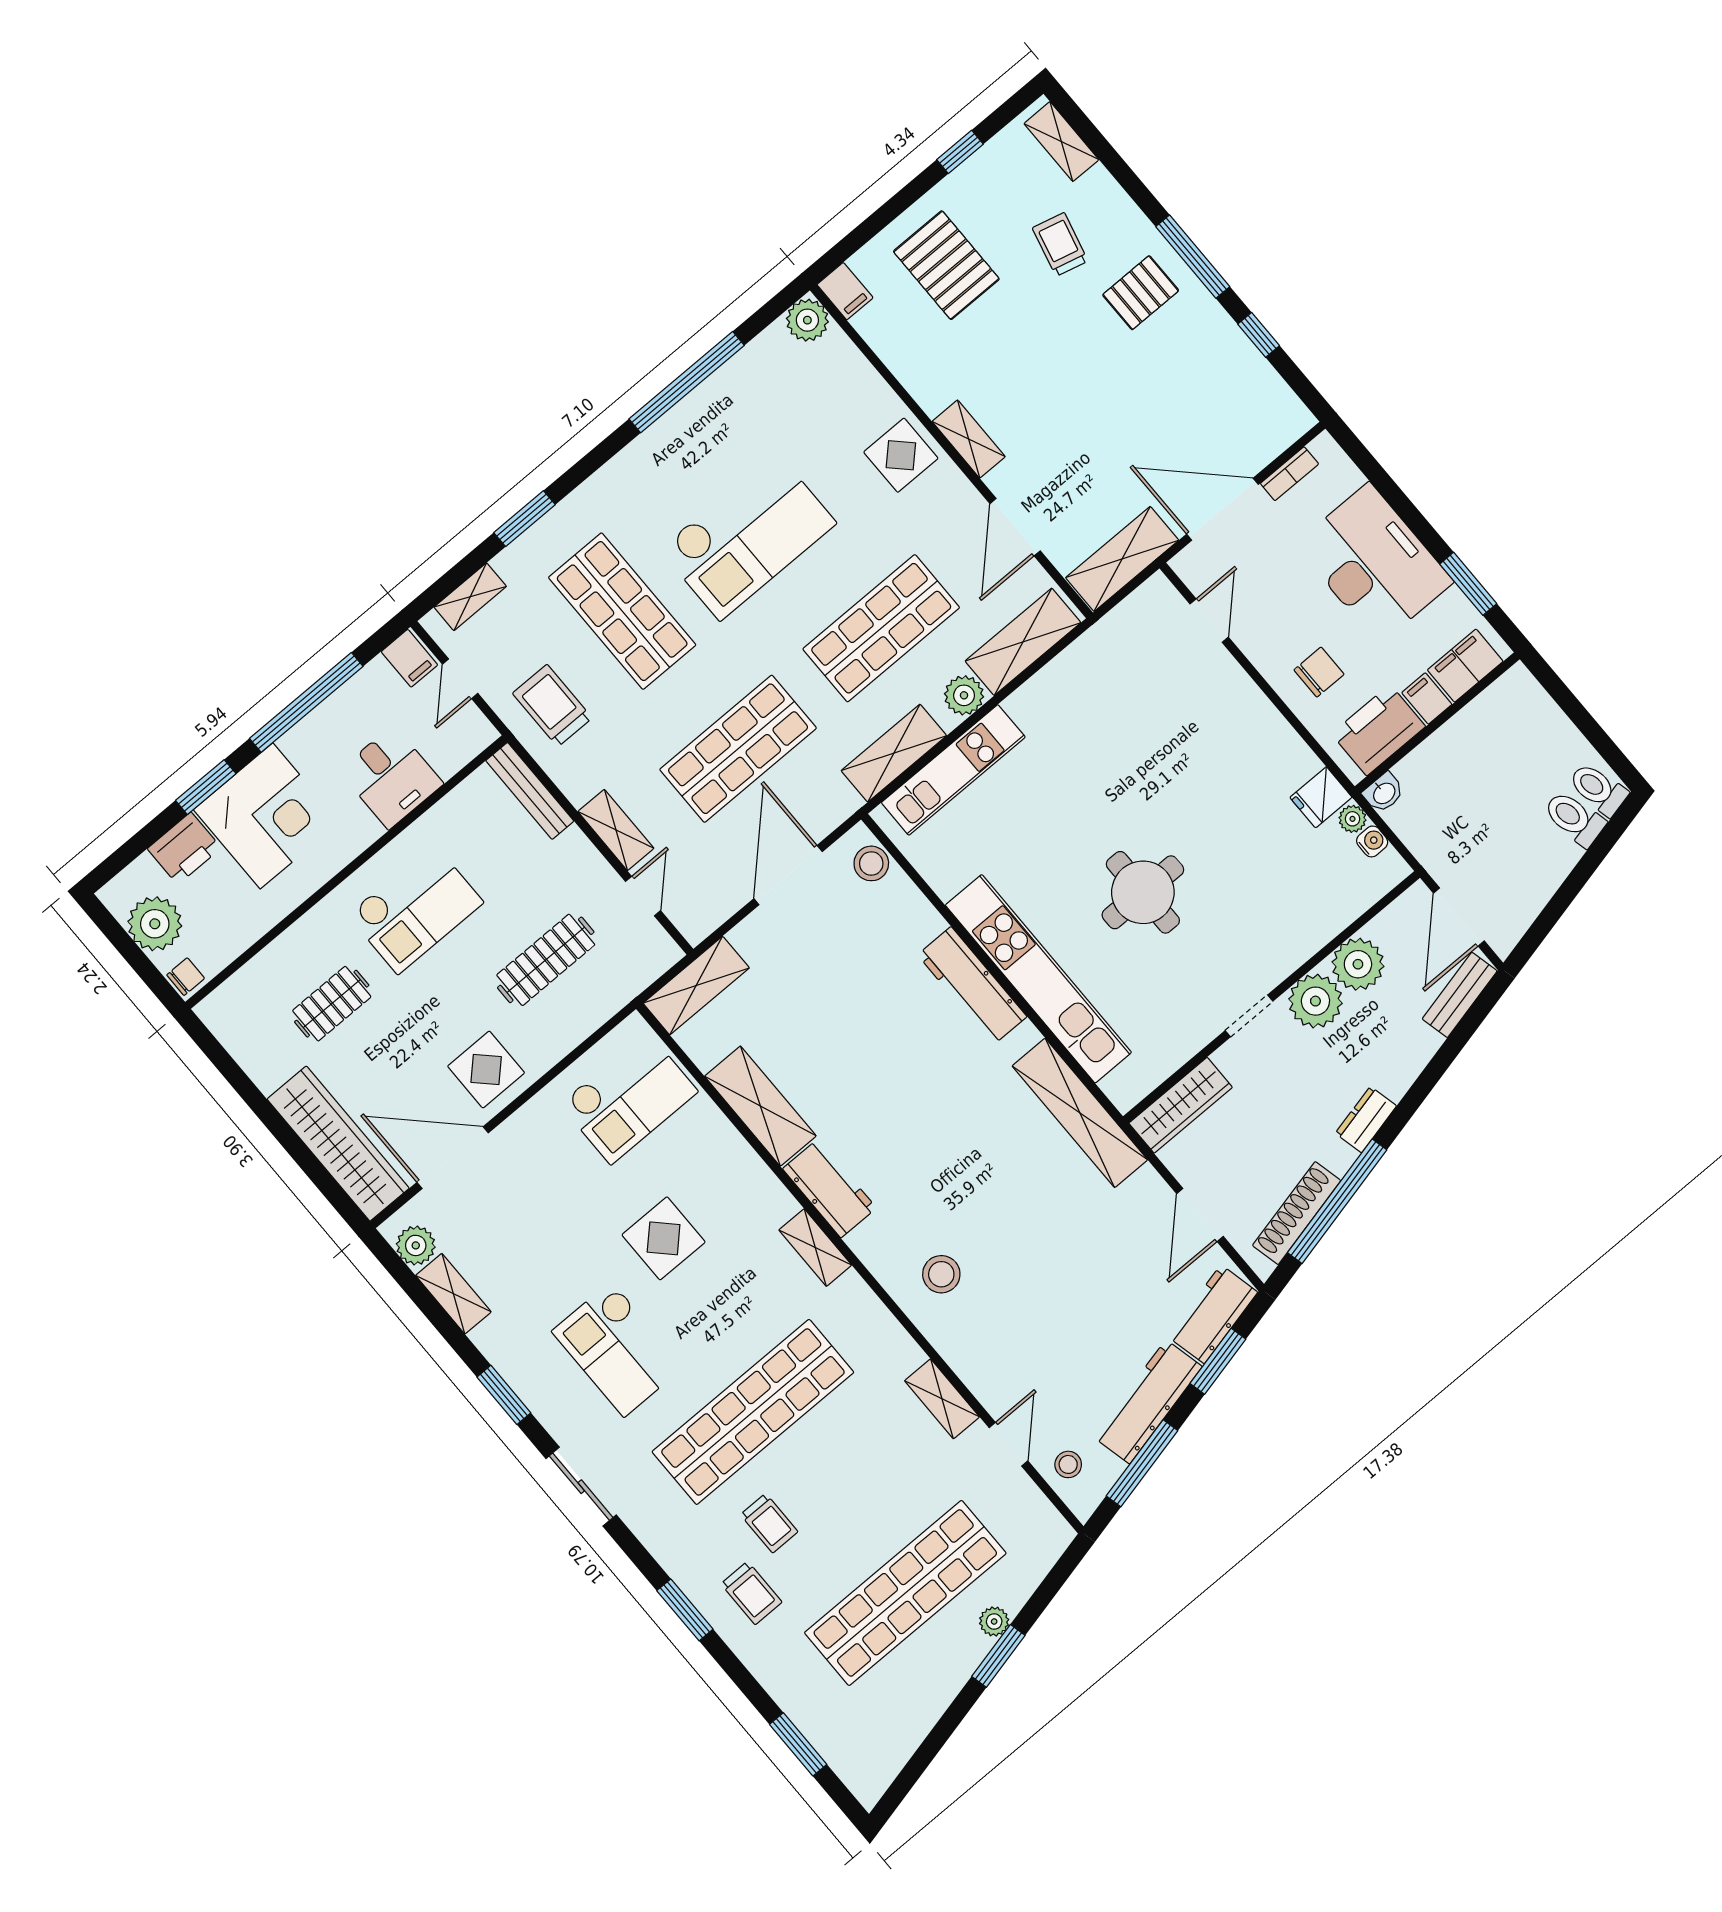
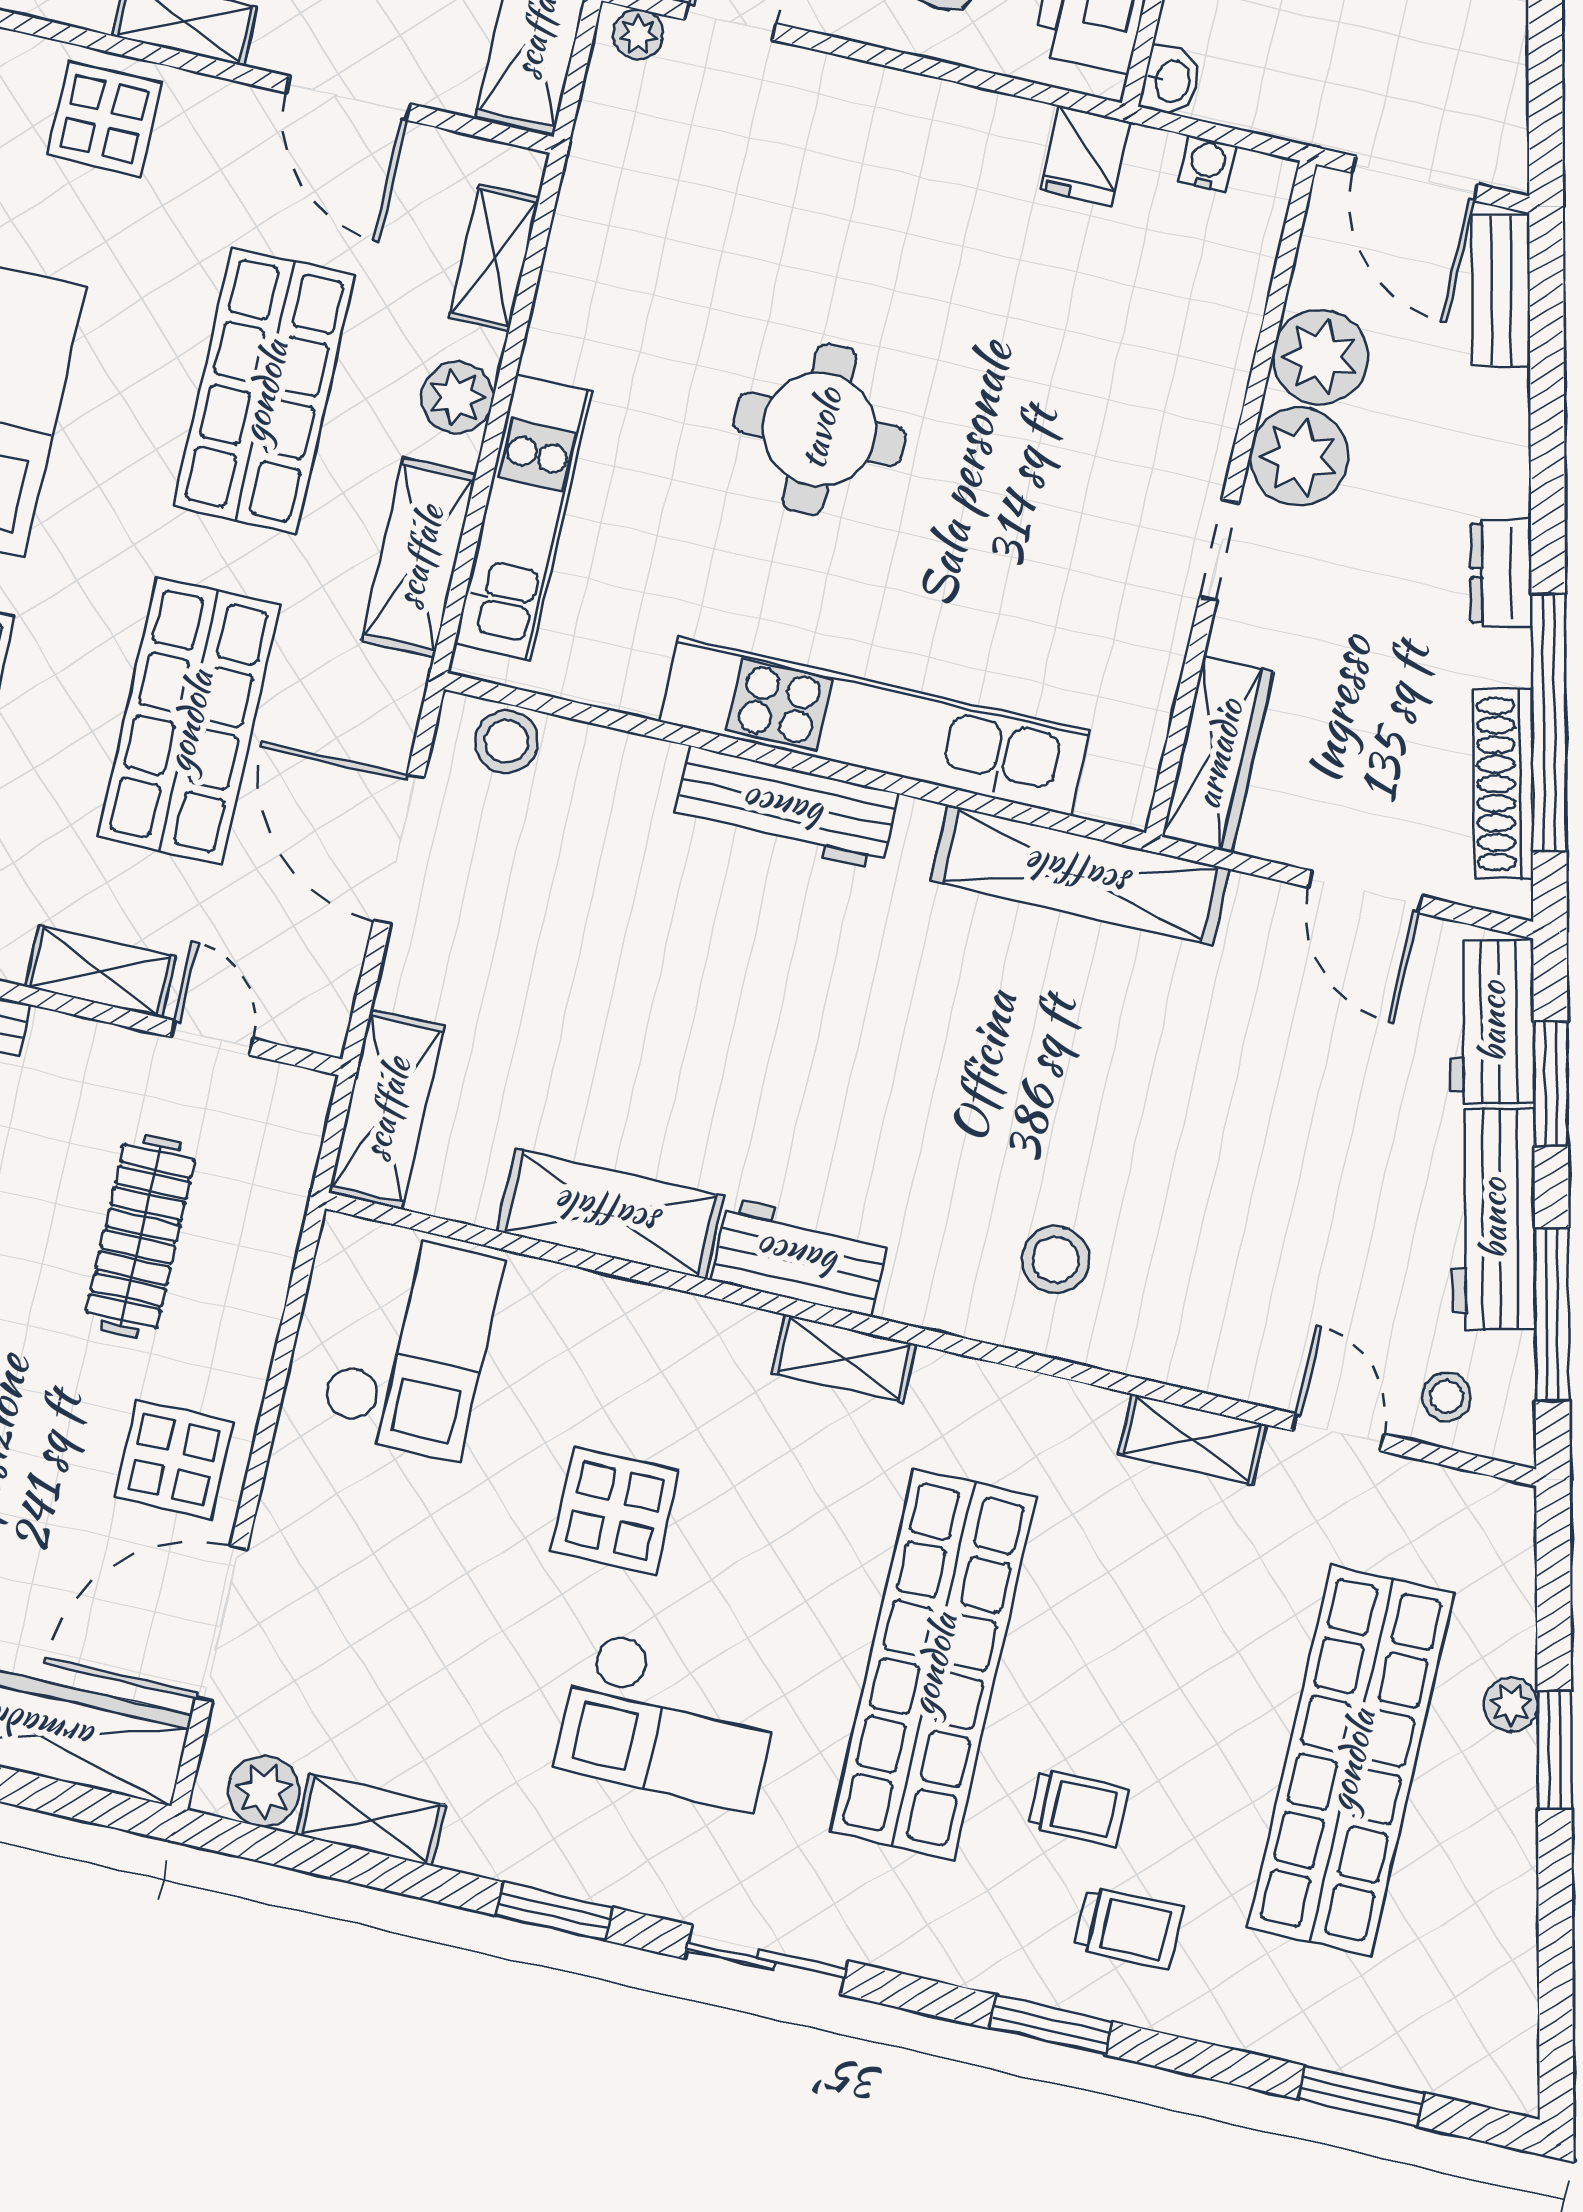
shelving: (1023, 642) -> (494, 258), width x0.67, depth x0.75
plant: (1352, 819) -> (638, 34), moved
round table: (1143, 892) -> (820, 429), moved

